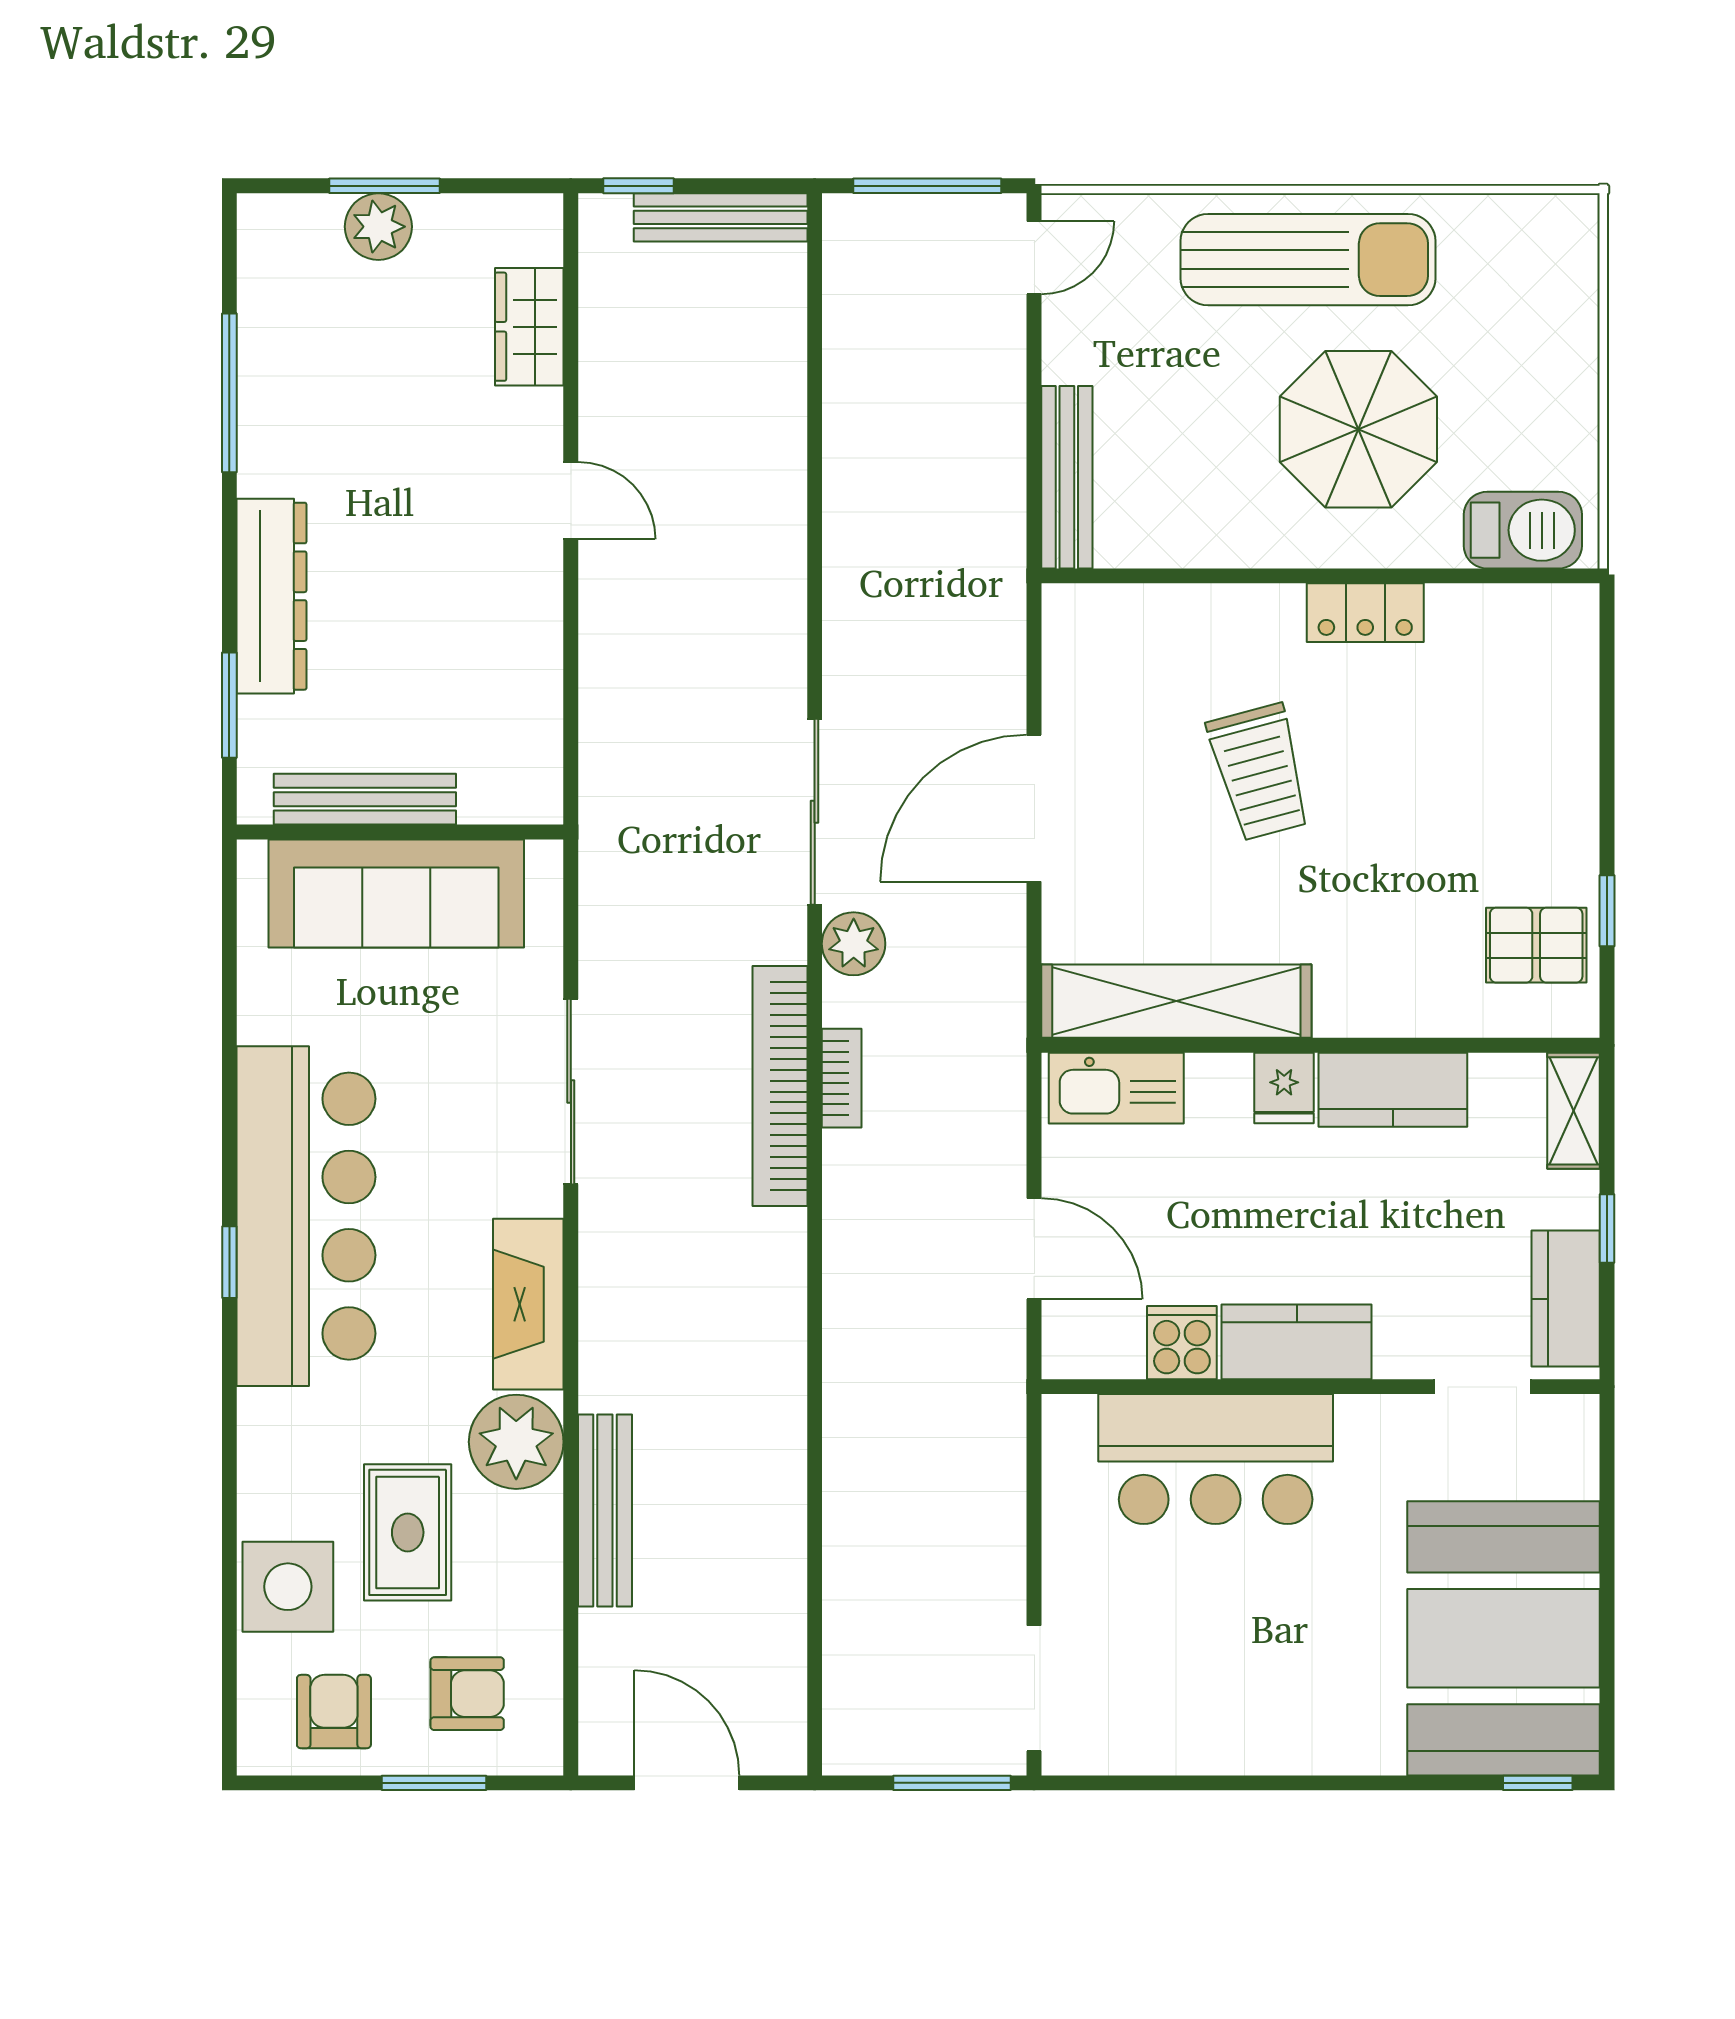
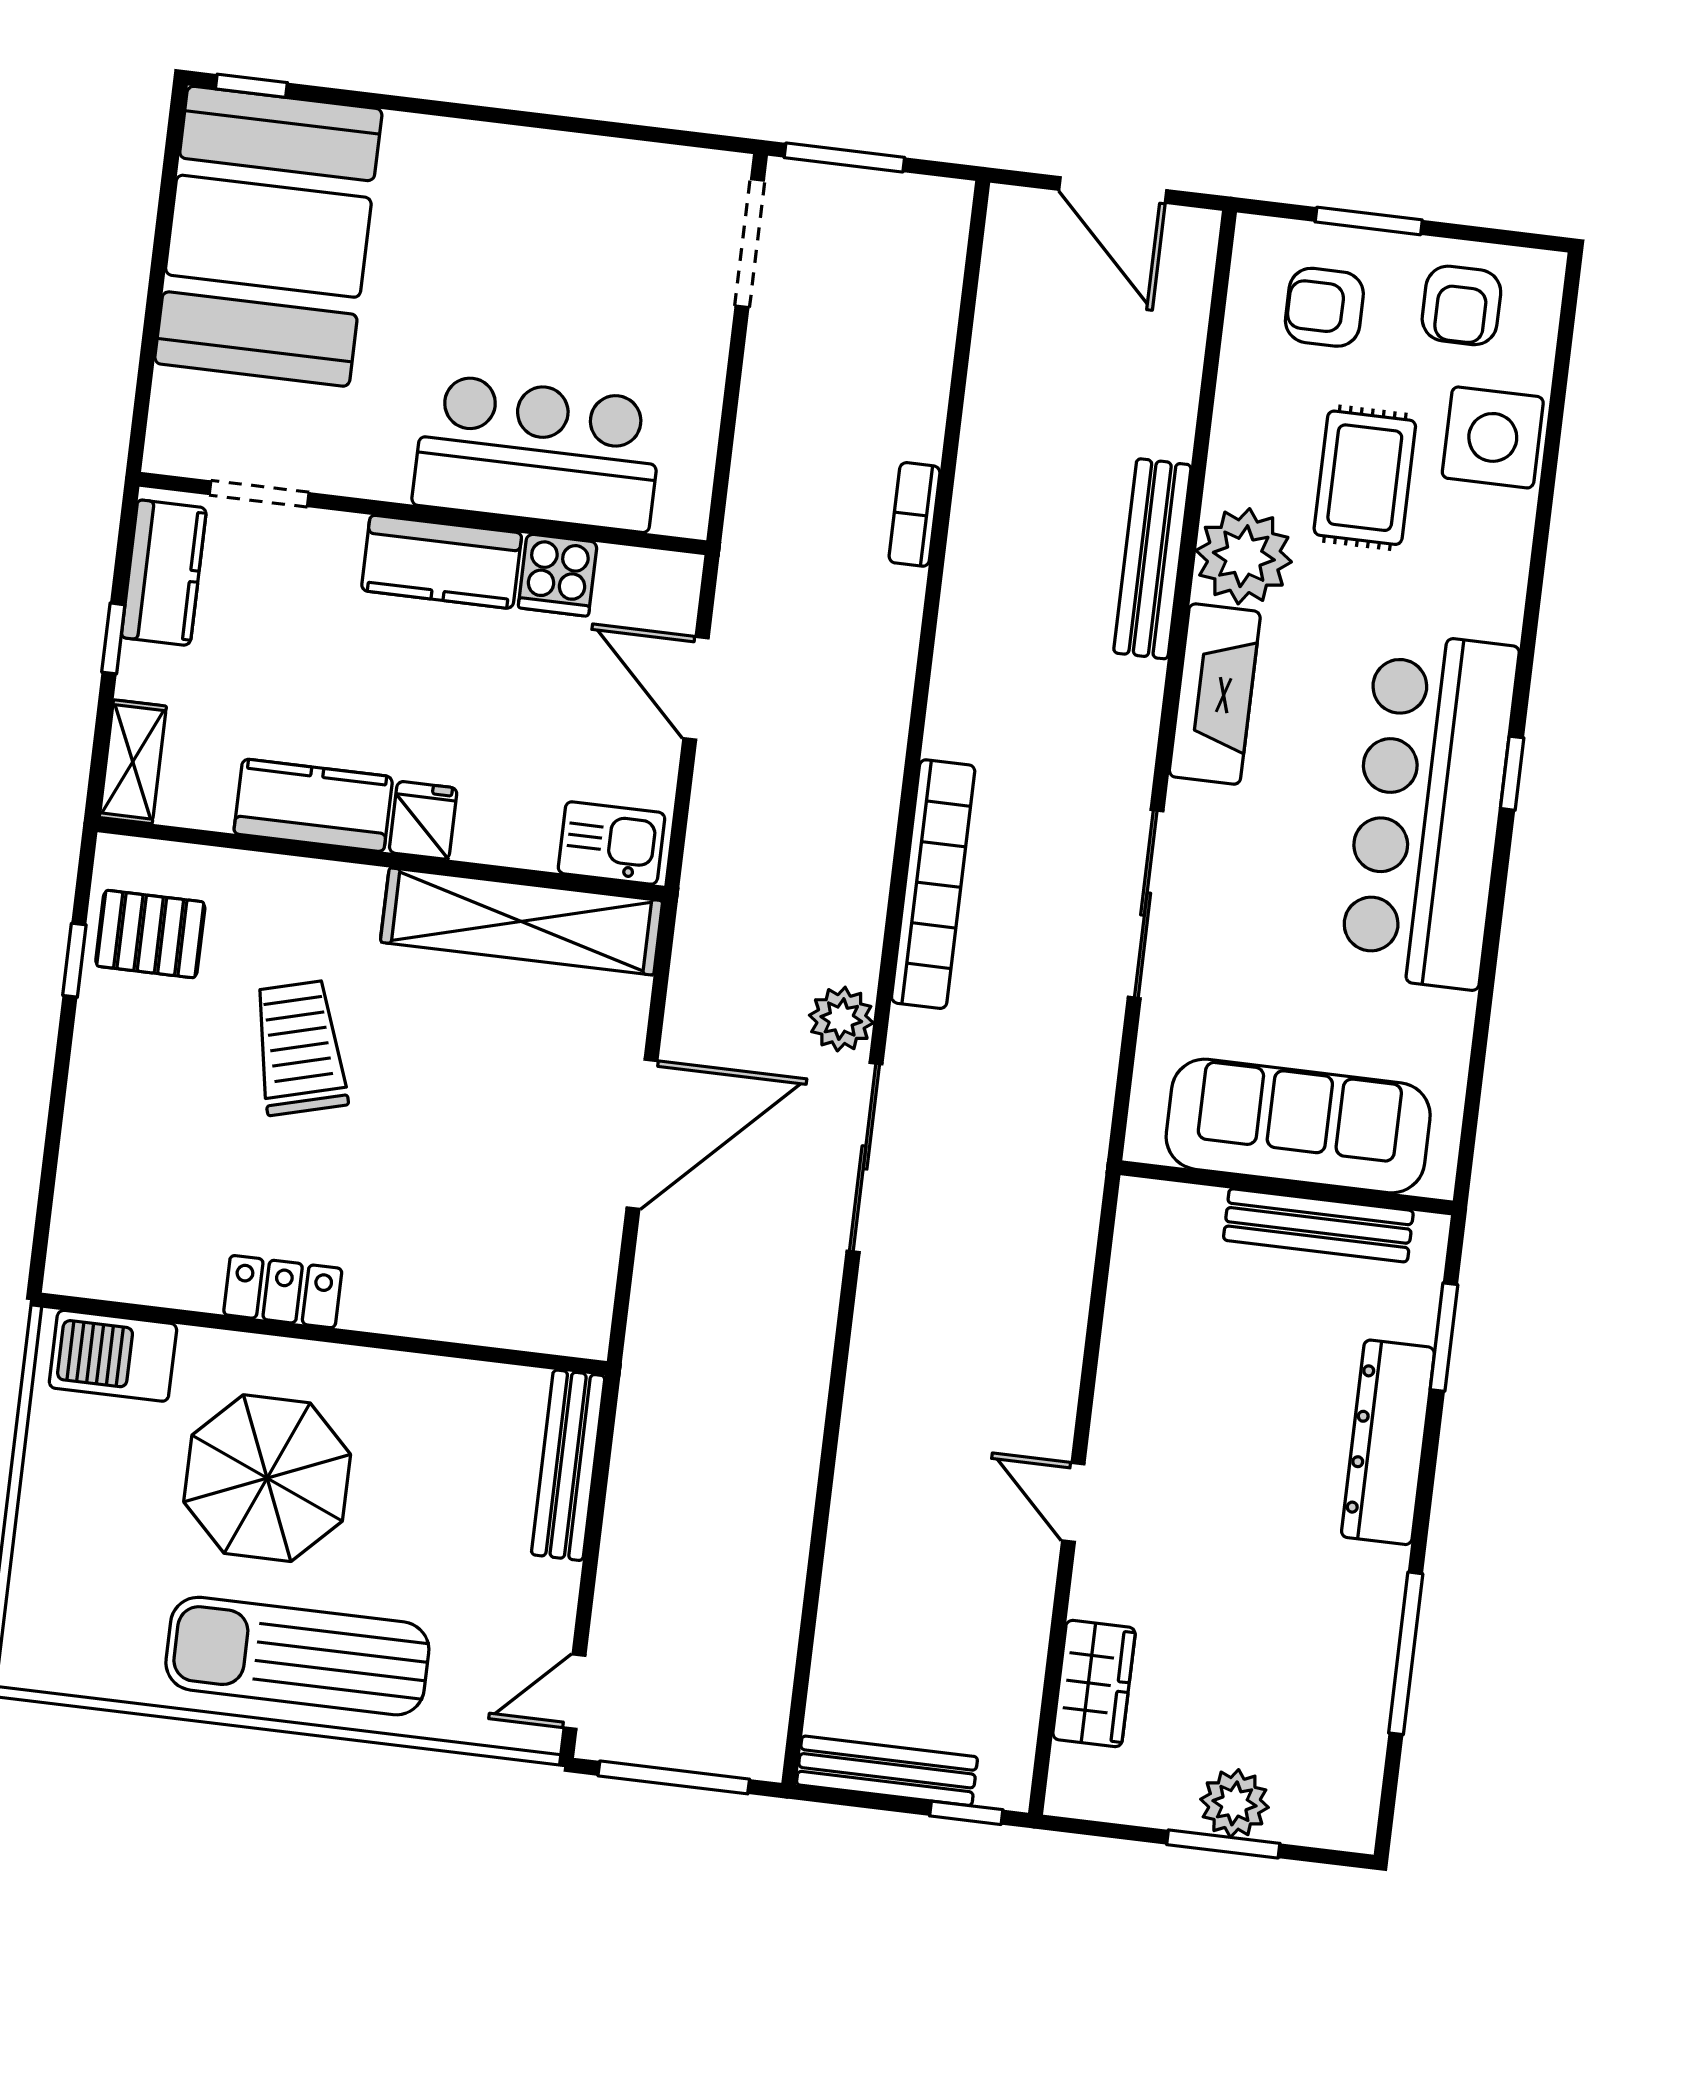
trolley: (1260, 772) -> (300, 1048), moved
bookcase: (842, 1078) -> (915, 514), moved
kitchen sink: (1116, 1088) -> (611, 843), width x0.73
bench: (605, 1510) -> (1152, 559), moved

